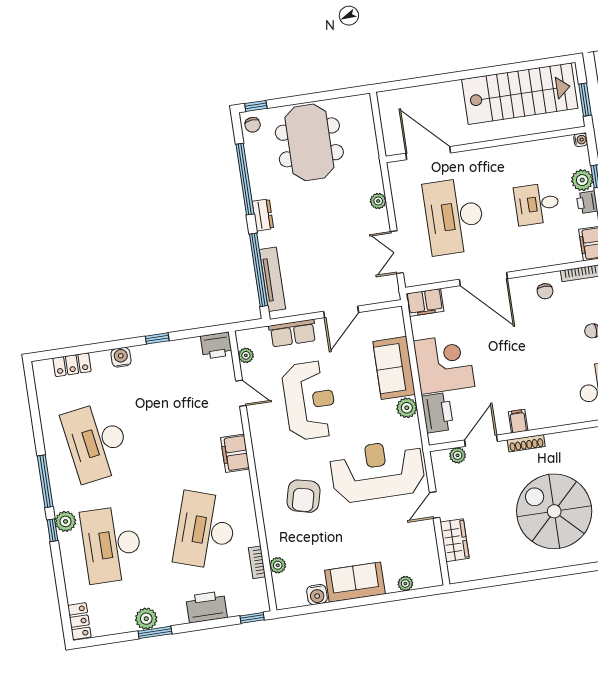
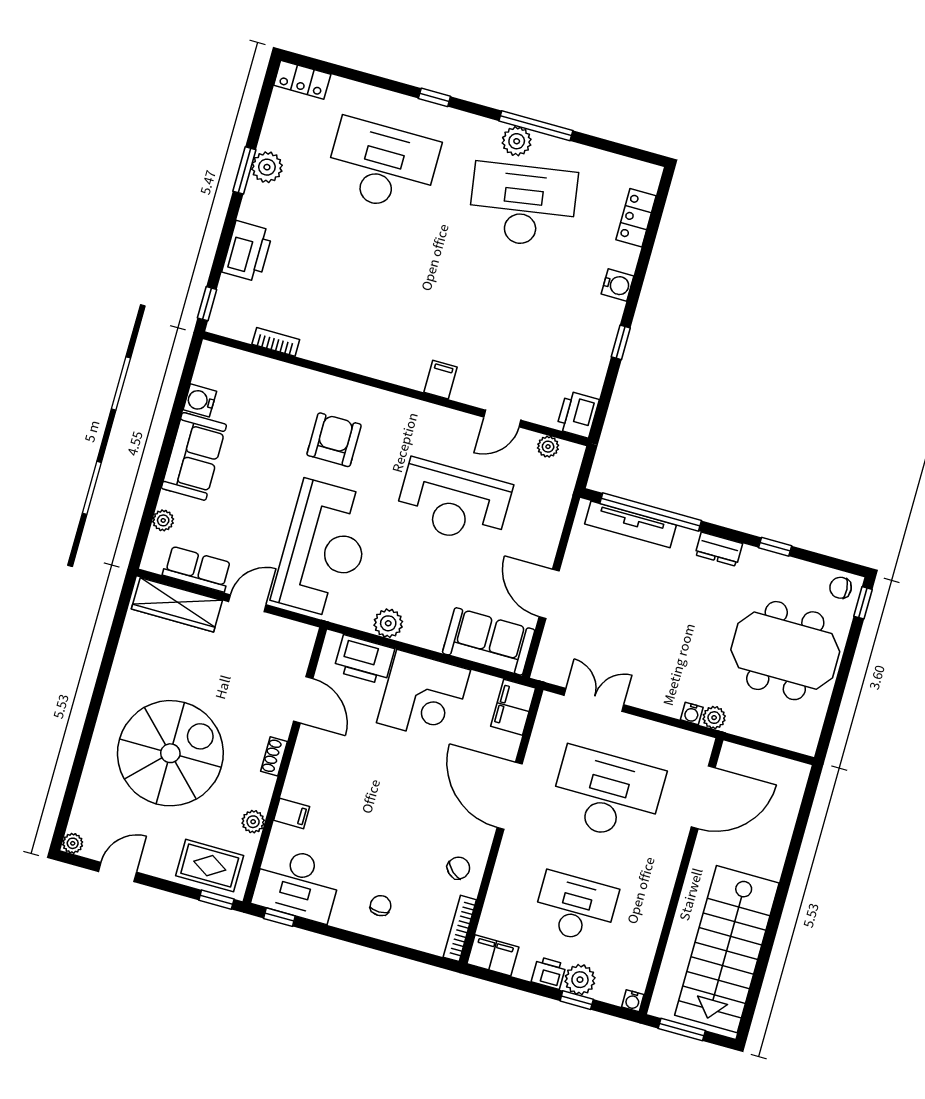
window: (245, 179) -> (775, 547), width x0.32
water cooler: (377, 185) -> (692, 713), added
plant: (378, 201) -> (714, 718), moved
desk: (537, 204) -> (575, 908), width x1.37
door: (483, 279) -> (510, 796), hinge flipped
chair: (545, 291) -> (458, 868), turned 133
row of seats: (293, 333) -> (197, 569), moved, turned 90
sofa: (394, 368) -> (489, 641), moved
filing cabinet: (518, 421) -> (292, 813), moved
shoe rack: (526, 443) -> (274, 756), width x0.70
filing cabinet: (235, 453) -> (441, 380), width x0.50
plant: (458, 455) -> (253, 822), moved
window: (45, 481) -> (536, 126), moved
armchair: (304, 496) -> (334, 440), turned 76
door: (435, 505) -> (247, 603), hinge flipped
plant: (66, 521) -> (517, 141), moved
desk: (205, 531) -> (346, 294), removed
wardrobe: (455, 540) -> (177, 605), width x1.50
plant: (278, 565) -> (260, 367), removed

